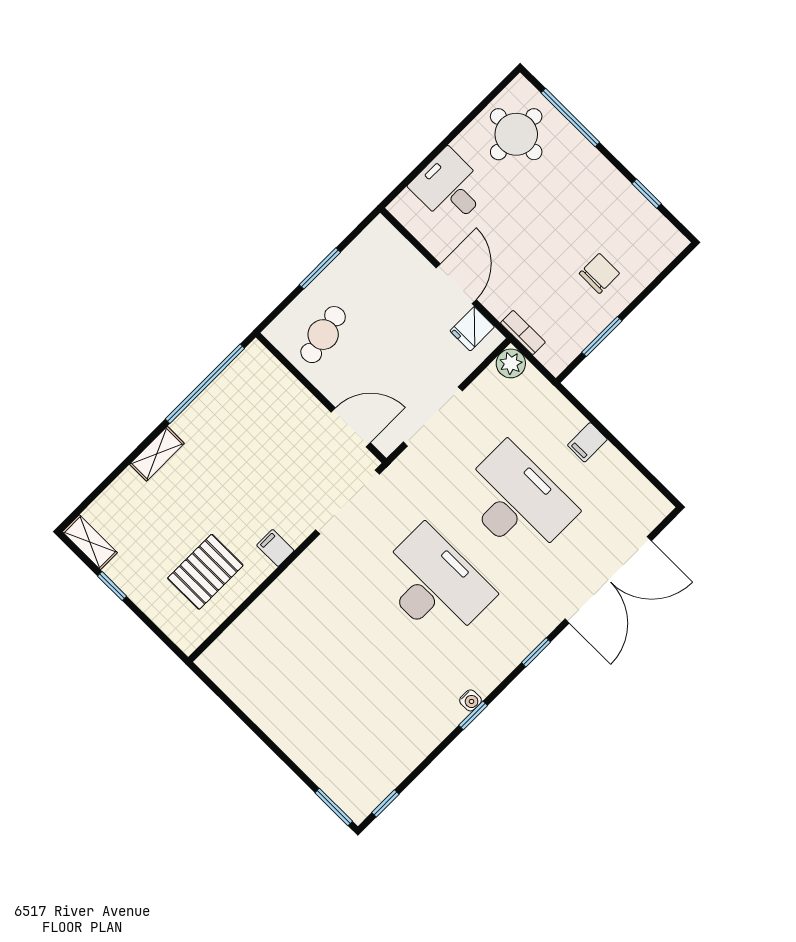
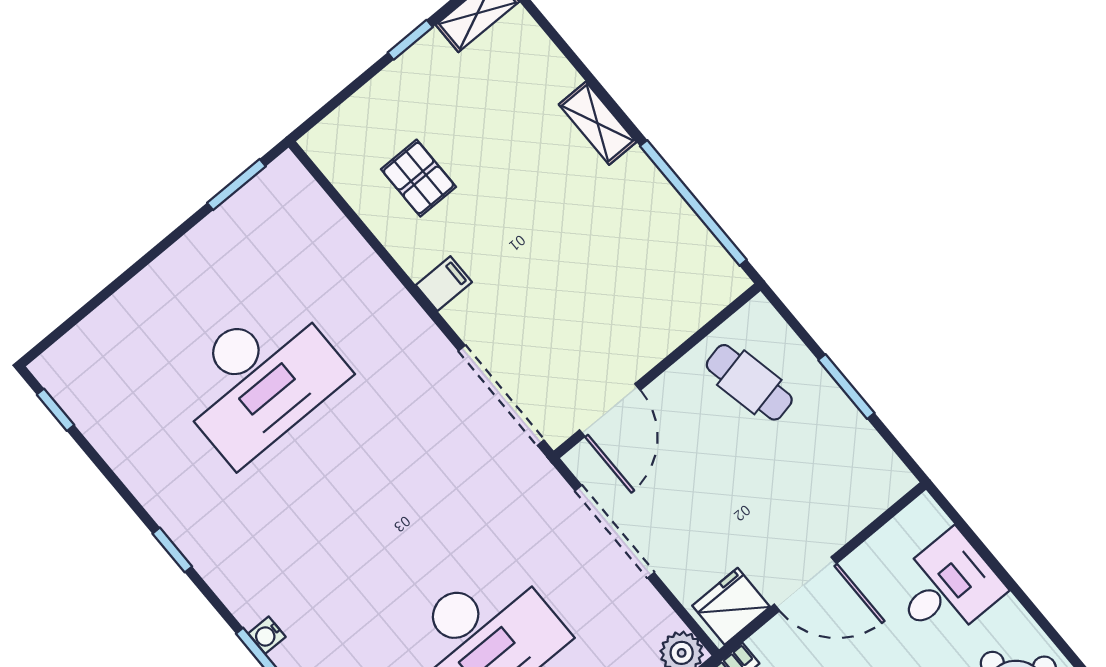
fridge: (472, 329) -> (731, 606), width x1.38
pallet: (205, 572) -> (418, 178), width x0.67, depth x0.71
desk: (434, 585) -> (259, 379), moved
water cooler: (470, 700) -> (267, 635), moved
window: (334, 807) -> (236, 185), moved

